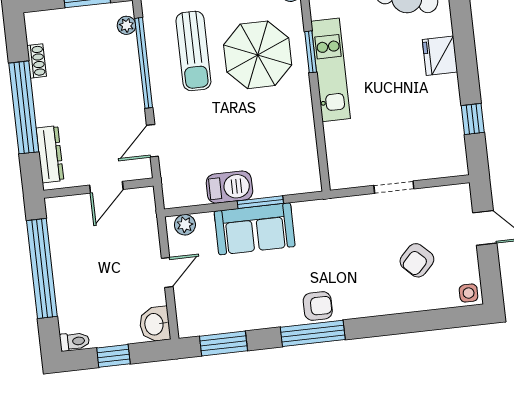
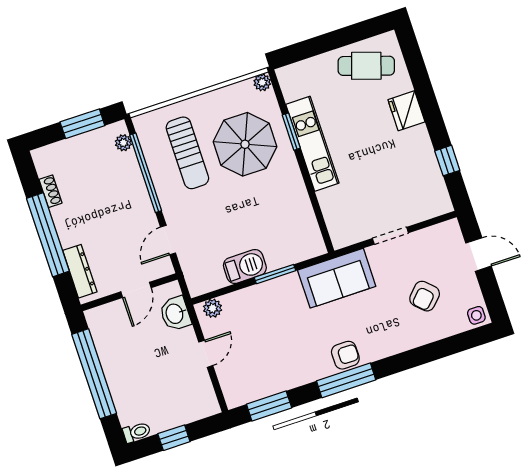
sofa: (255, 229) -> (337, 278), moved
washbasin: (155, 324) -> (175, 314), moved

